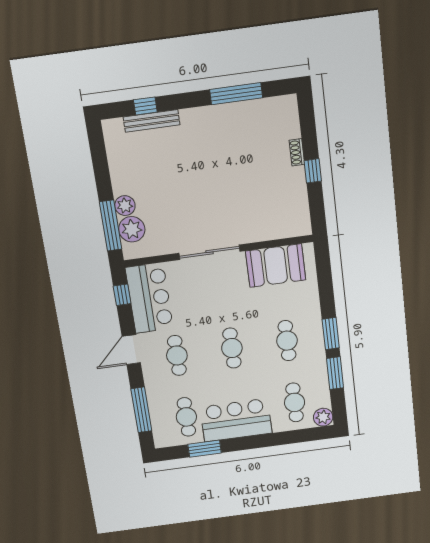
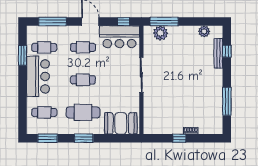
plant: (125, 206) -> (204, 31), moved
booth: (276, 266) -> (121, 123), moved, turned 90
cafe table: (287, 341) -> (83, 112), width x1.37, depth x1.35
window: (335, 373) -> (48, 138), moved
plant: (323, 417) -> (32, 128), removed

